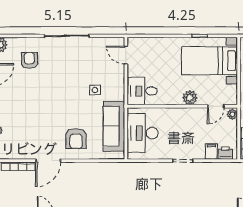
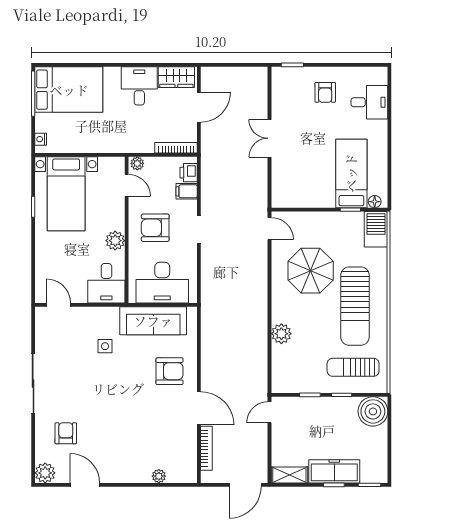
door: (126, 55) -> (59, 305), swing flipped
armchair: (29, 60) -> (66, 433), turned 90
plant: (190, 98) -> (115, 241), moved
armchair: (184, 128) -> (155, 228), added

